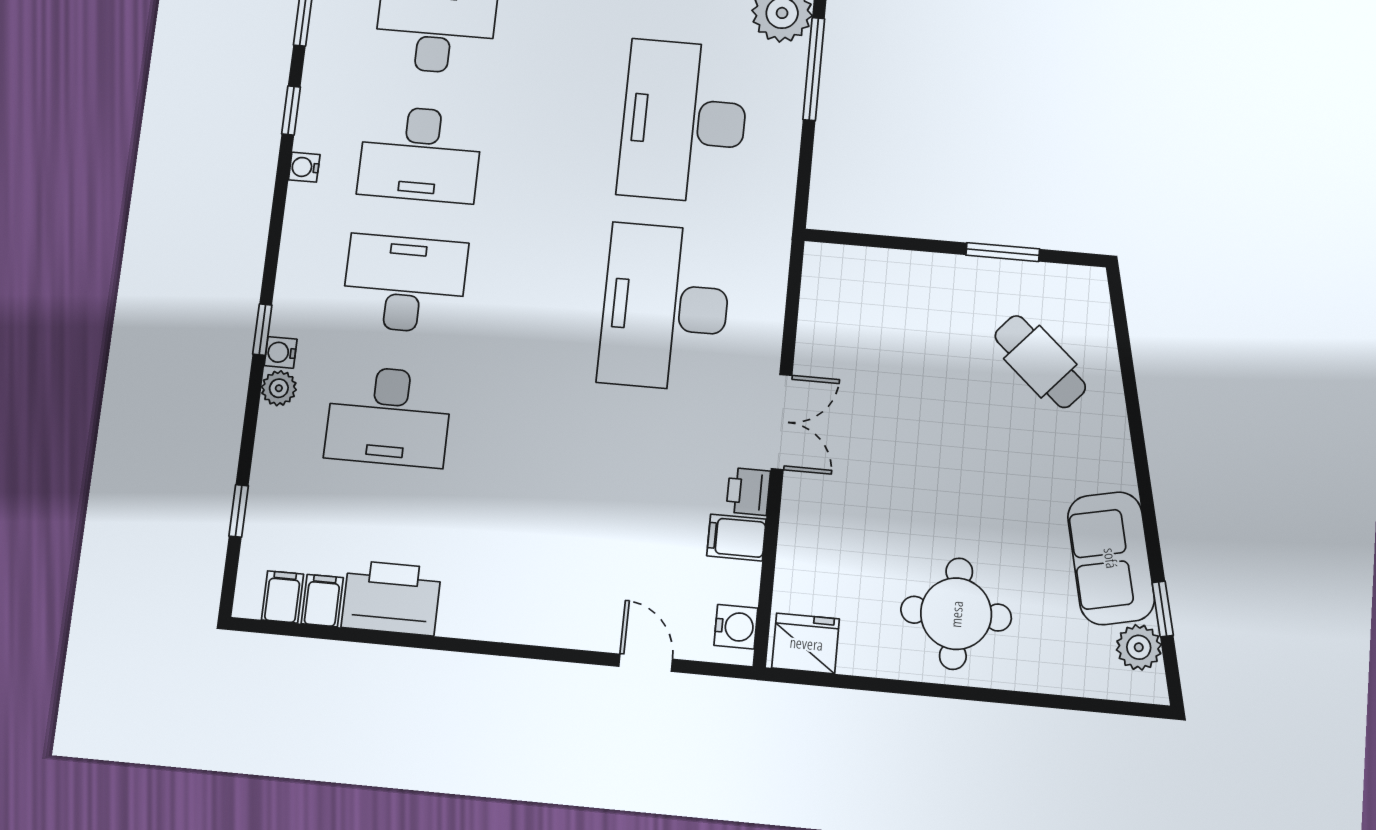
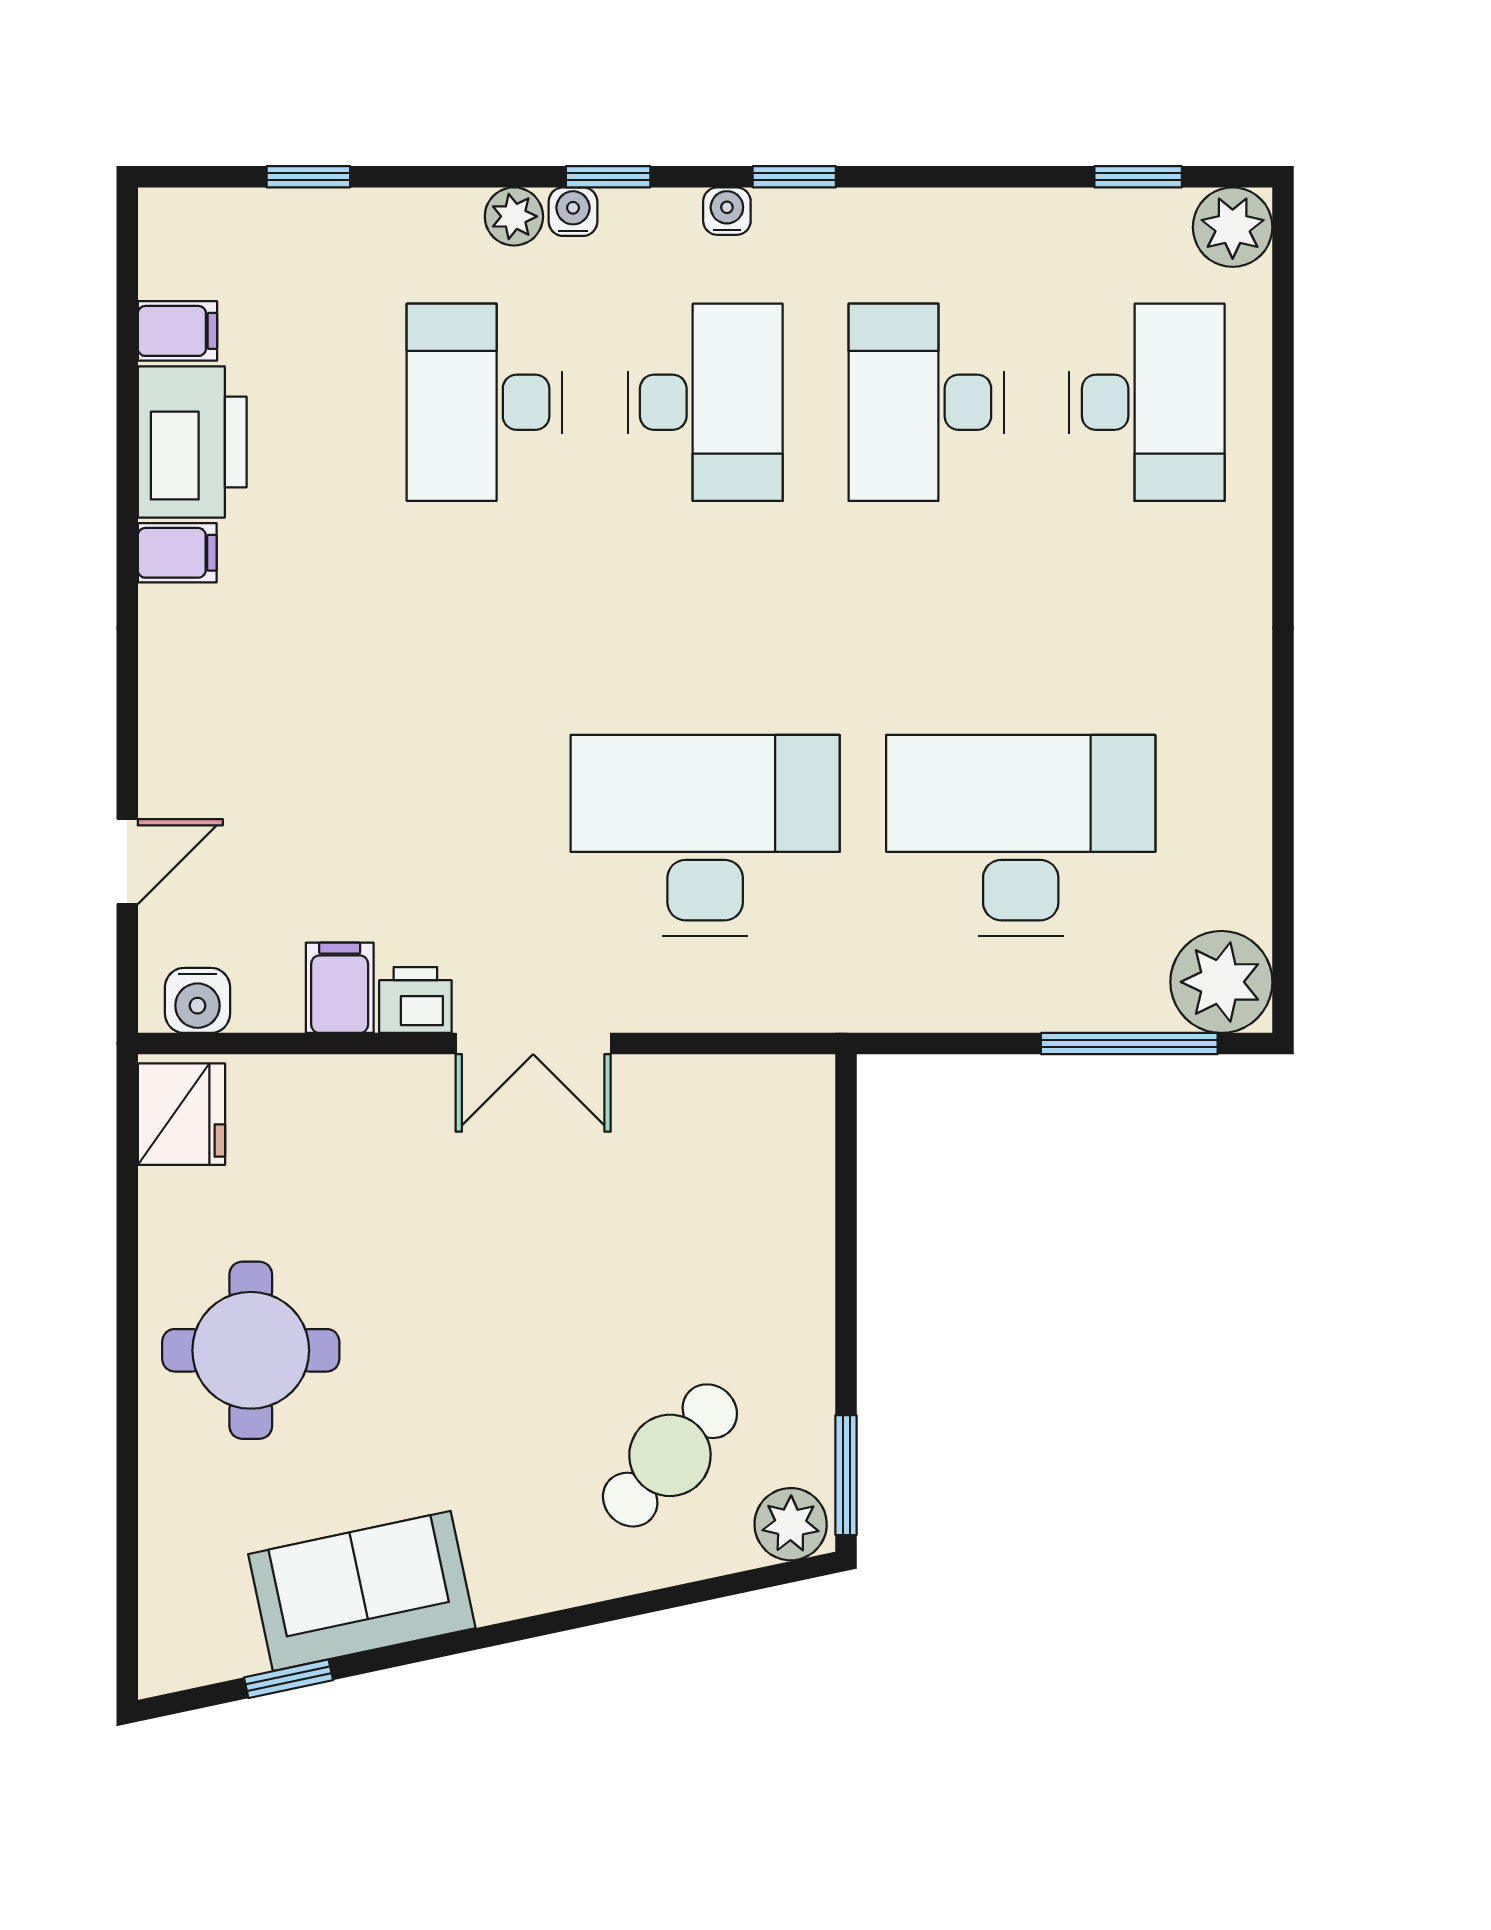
window: (291, 110) -> (794, 177), moved
water cooler: (304, 167) -> (727, 211), moved
window: (1003, 252) -> (846, 1475), moved
filing cabinet: (283, 597) -> (177, 553), moved
plant: (1139, 647) -> (791, 1524), moved

